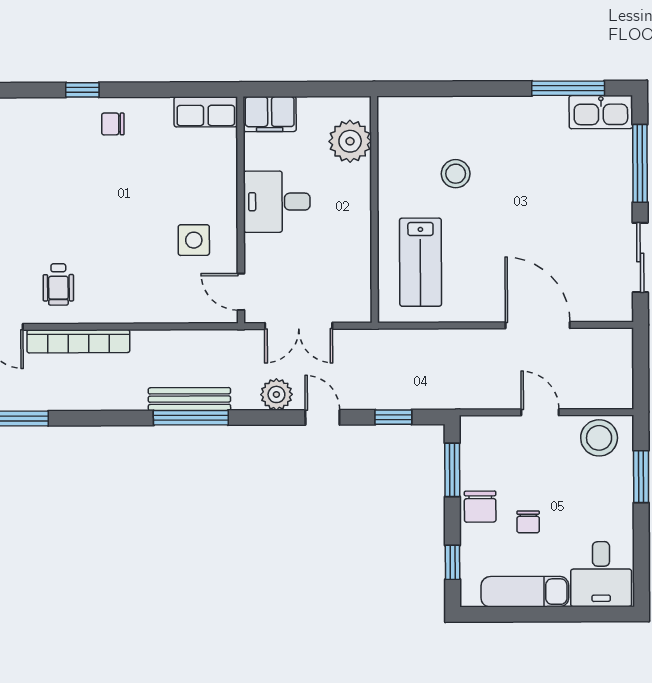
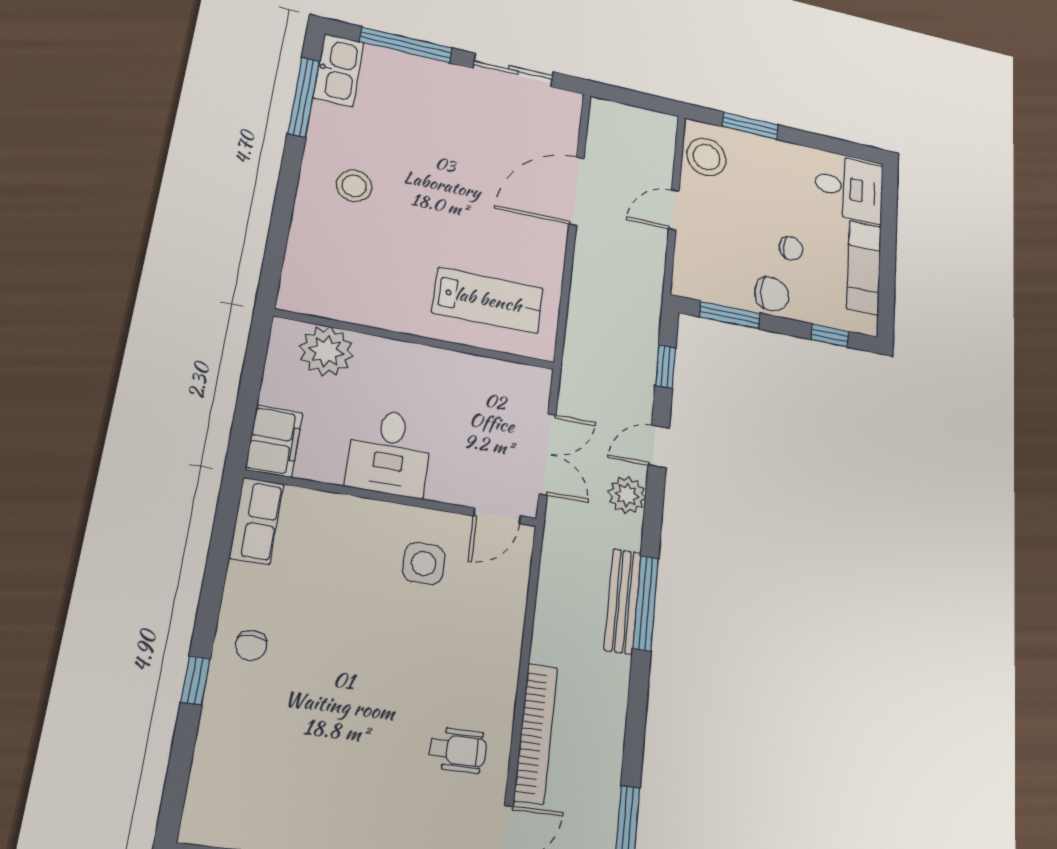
stool: (456, 174) -> (354, 186), moved

